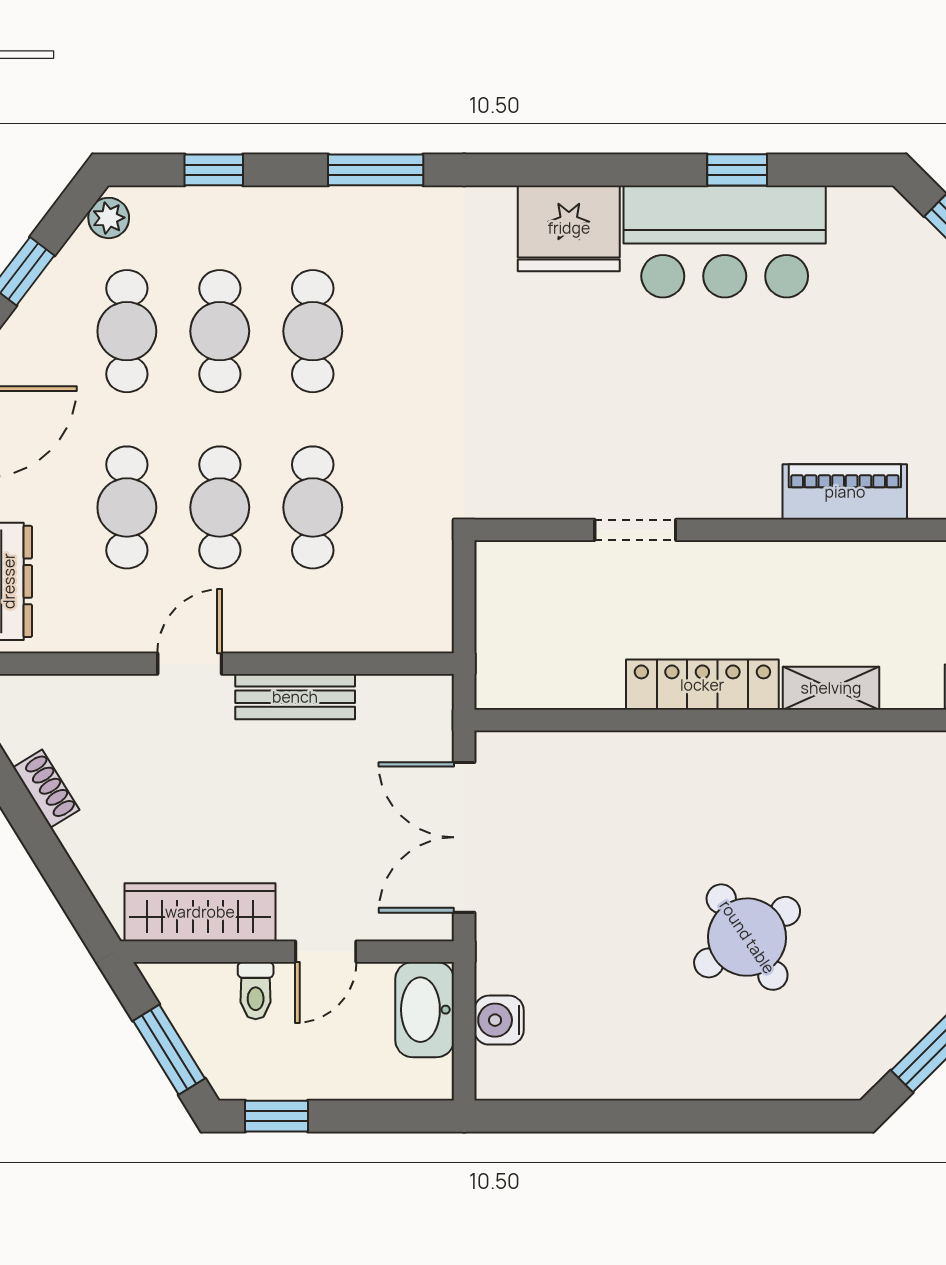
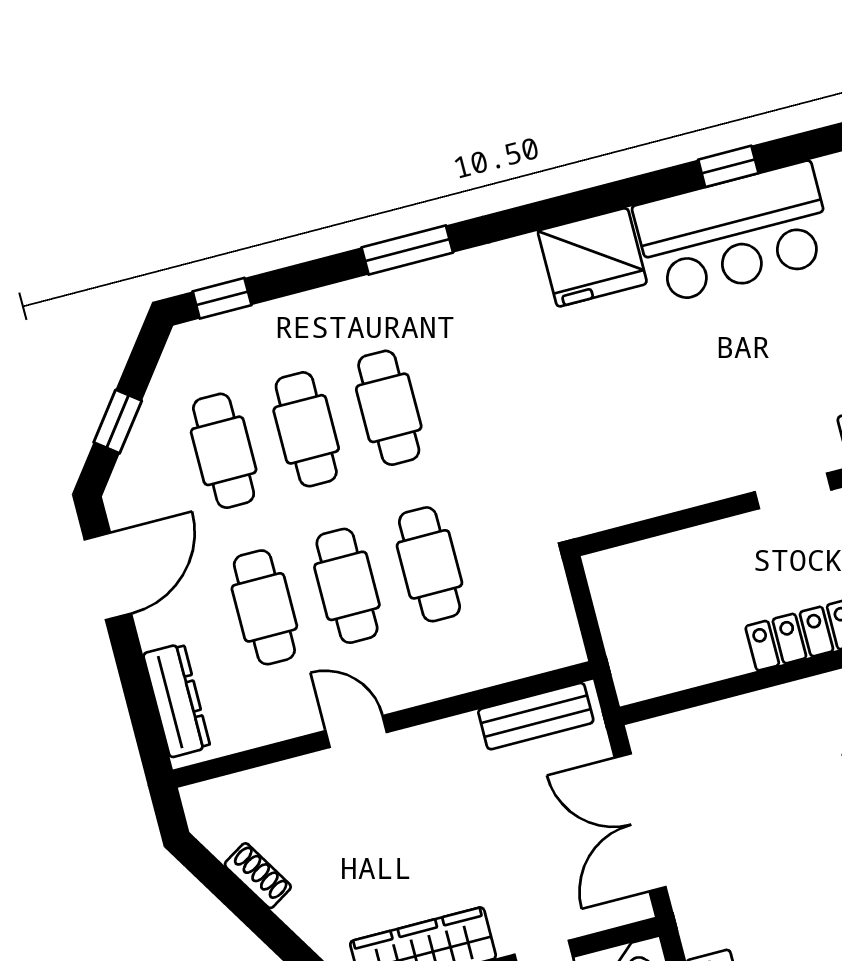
window: (214, 170) -> (222, 298), moved
plant: (109, 218) -> (181, 354), removed
doorway: (635, 530) -> (793, 491), moved
door: (190, 664) -> (356, 731), hinge flipped
bench: (295, 697) -> (536, 716), moved

